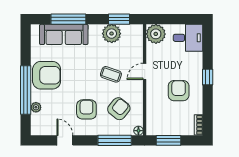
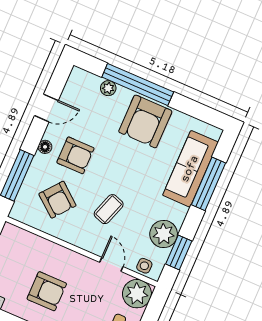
side table: (136, 37) -> (144, 266), added
door: (145, 71) -> (111, 264), moved
floor lamp: (138, 131) -> (45, 147), moved

